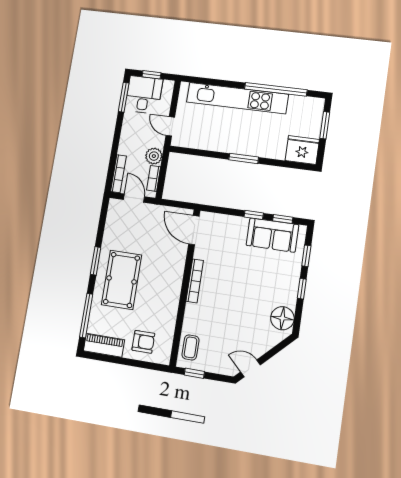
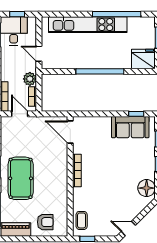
window: (244, 158) -> (100, 71), width x2.11
window: (254, 215) -> (114, 114), removed

